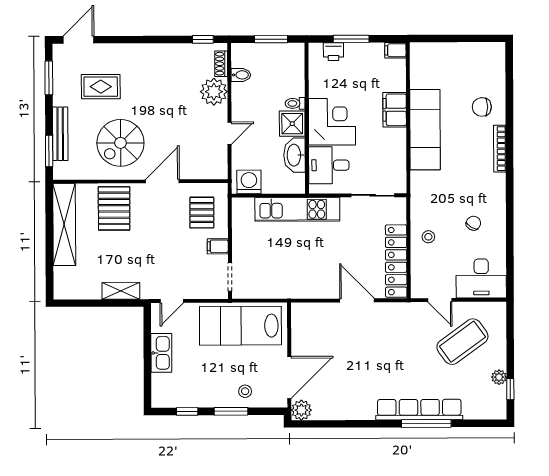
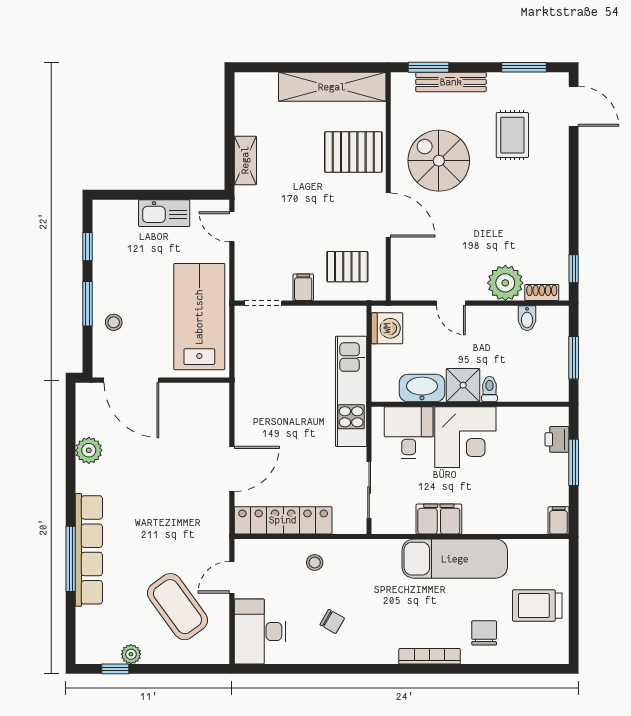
trolley: (461, 66) -> (537, 606), added
filing cabinet: (395, 110) -> (439, 519), moved
plant: (301, 410) -> (89, 450), moved

